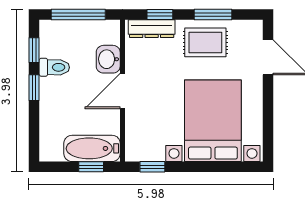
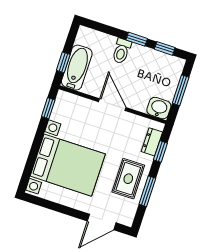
window: (78, 14) -> (181, 90), width x0.69
dresser: (152, 29) -> (152, 142), width x0.70
washbasin: (108, 59) -> (159, 108), moved
toilet: (54, 67) -> (122, 51), moved

